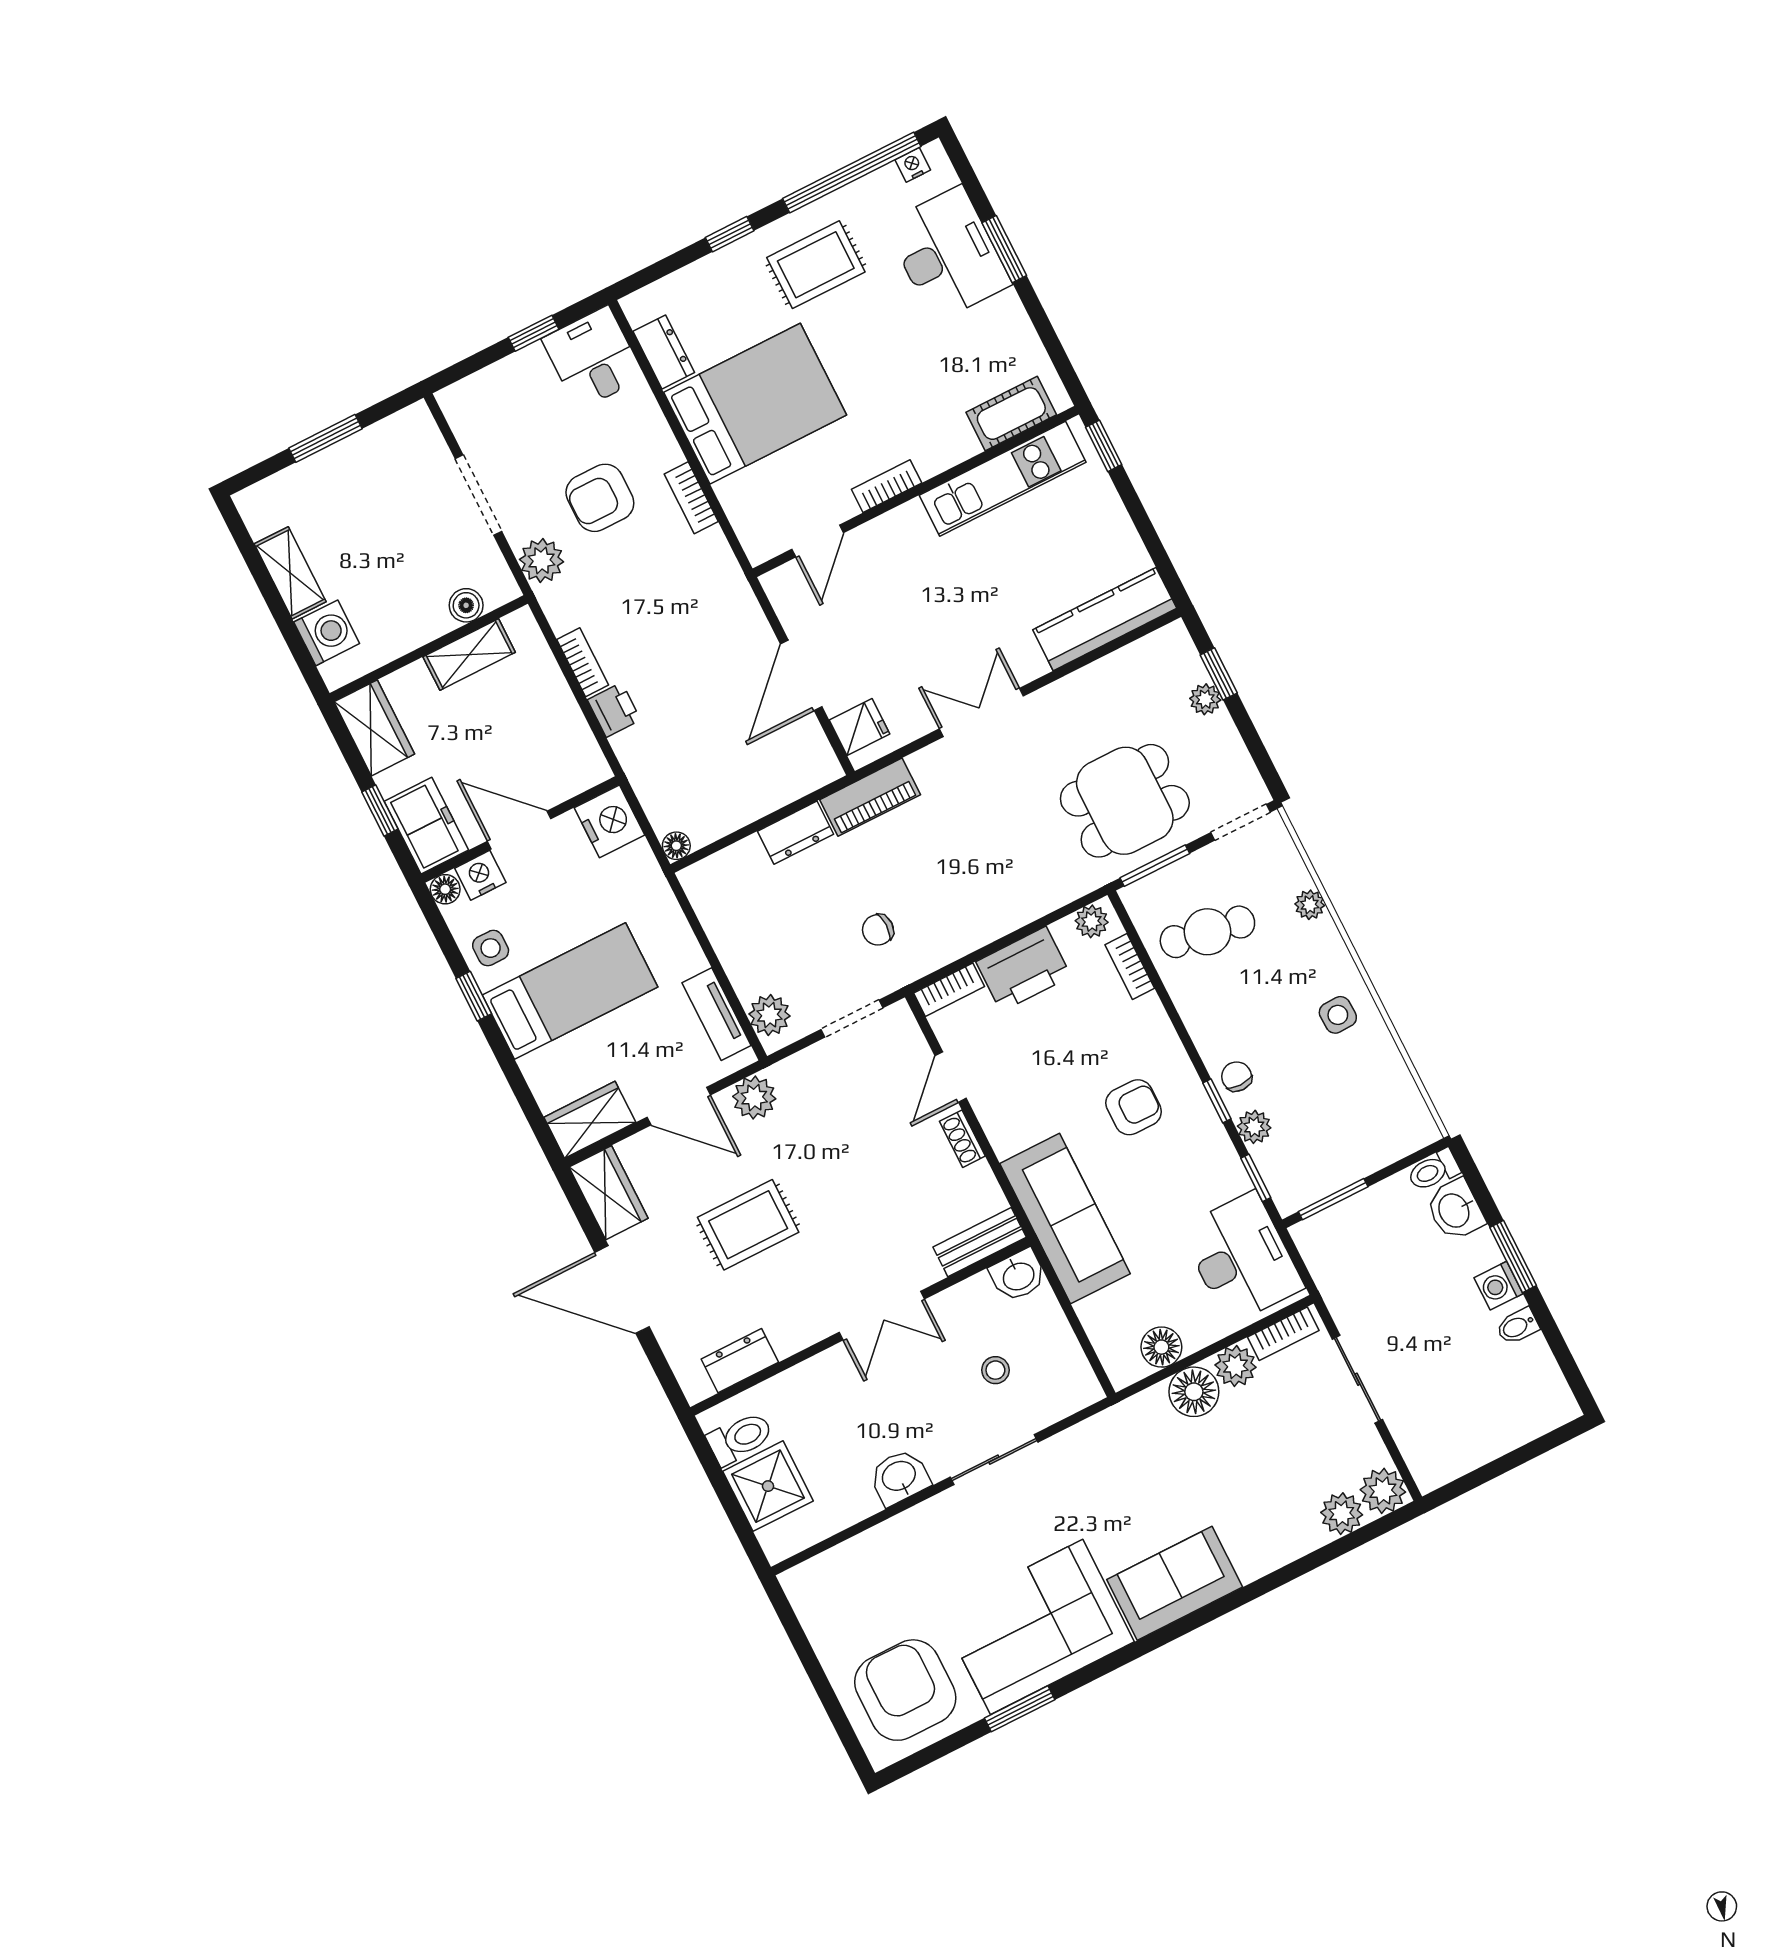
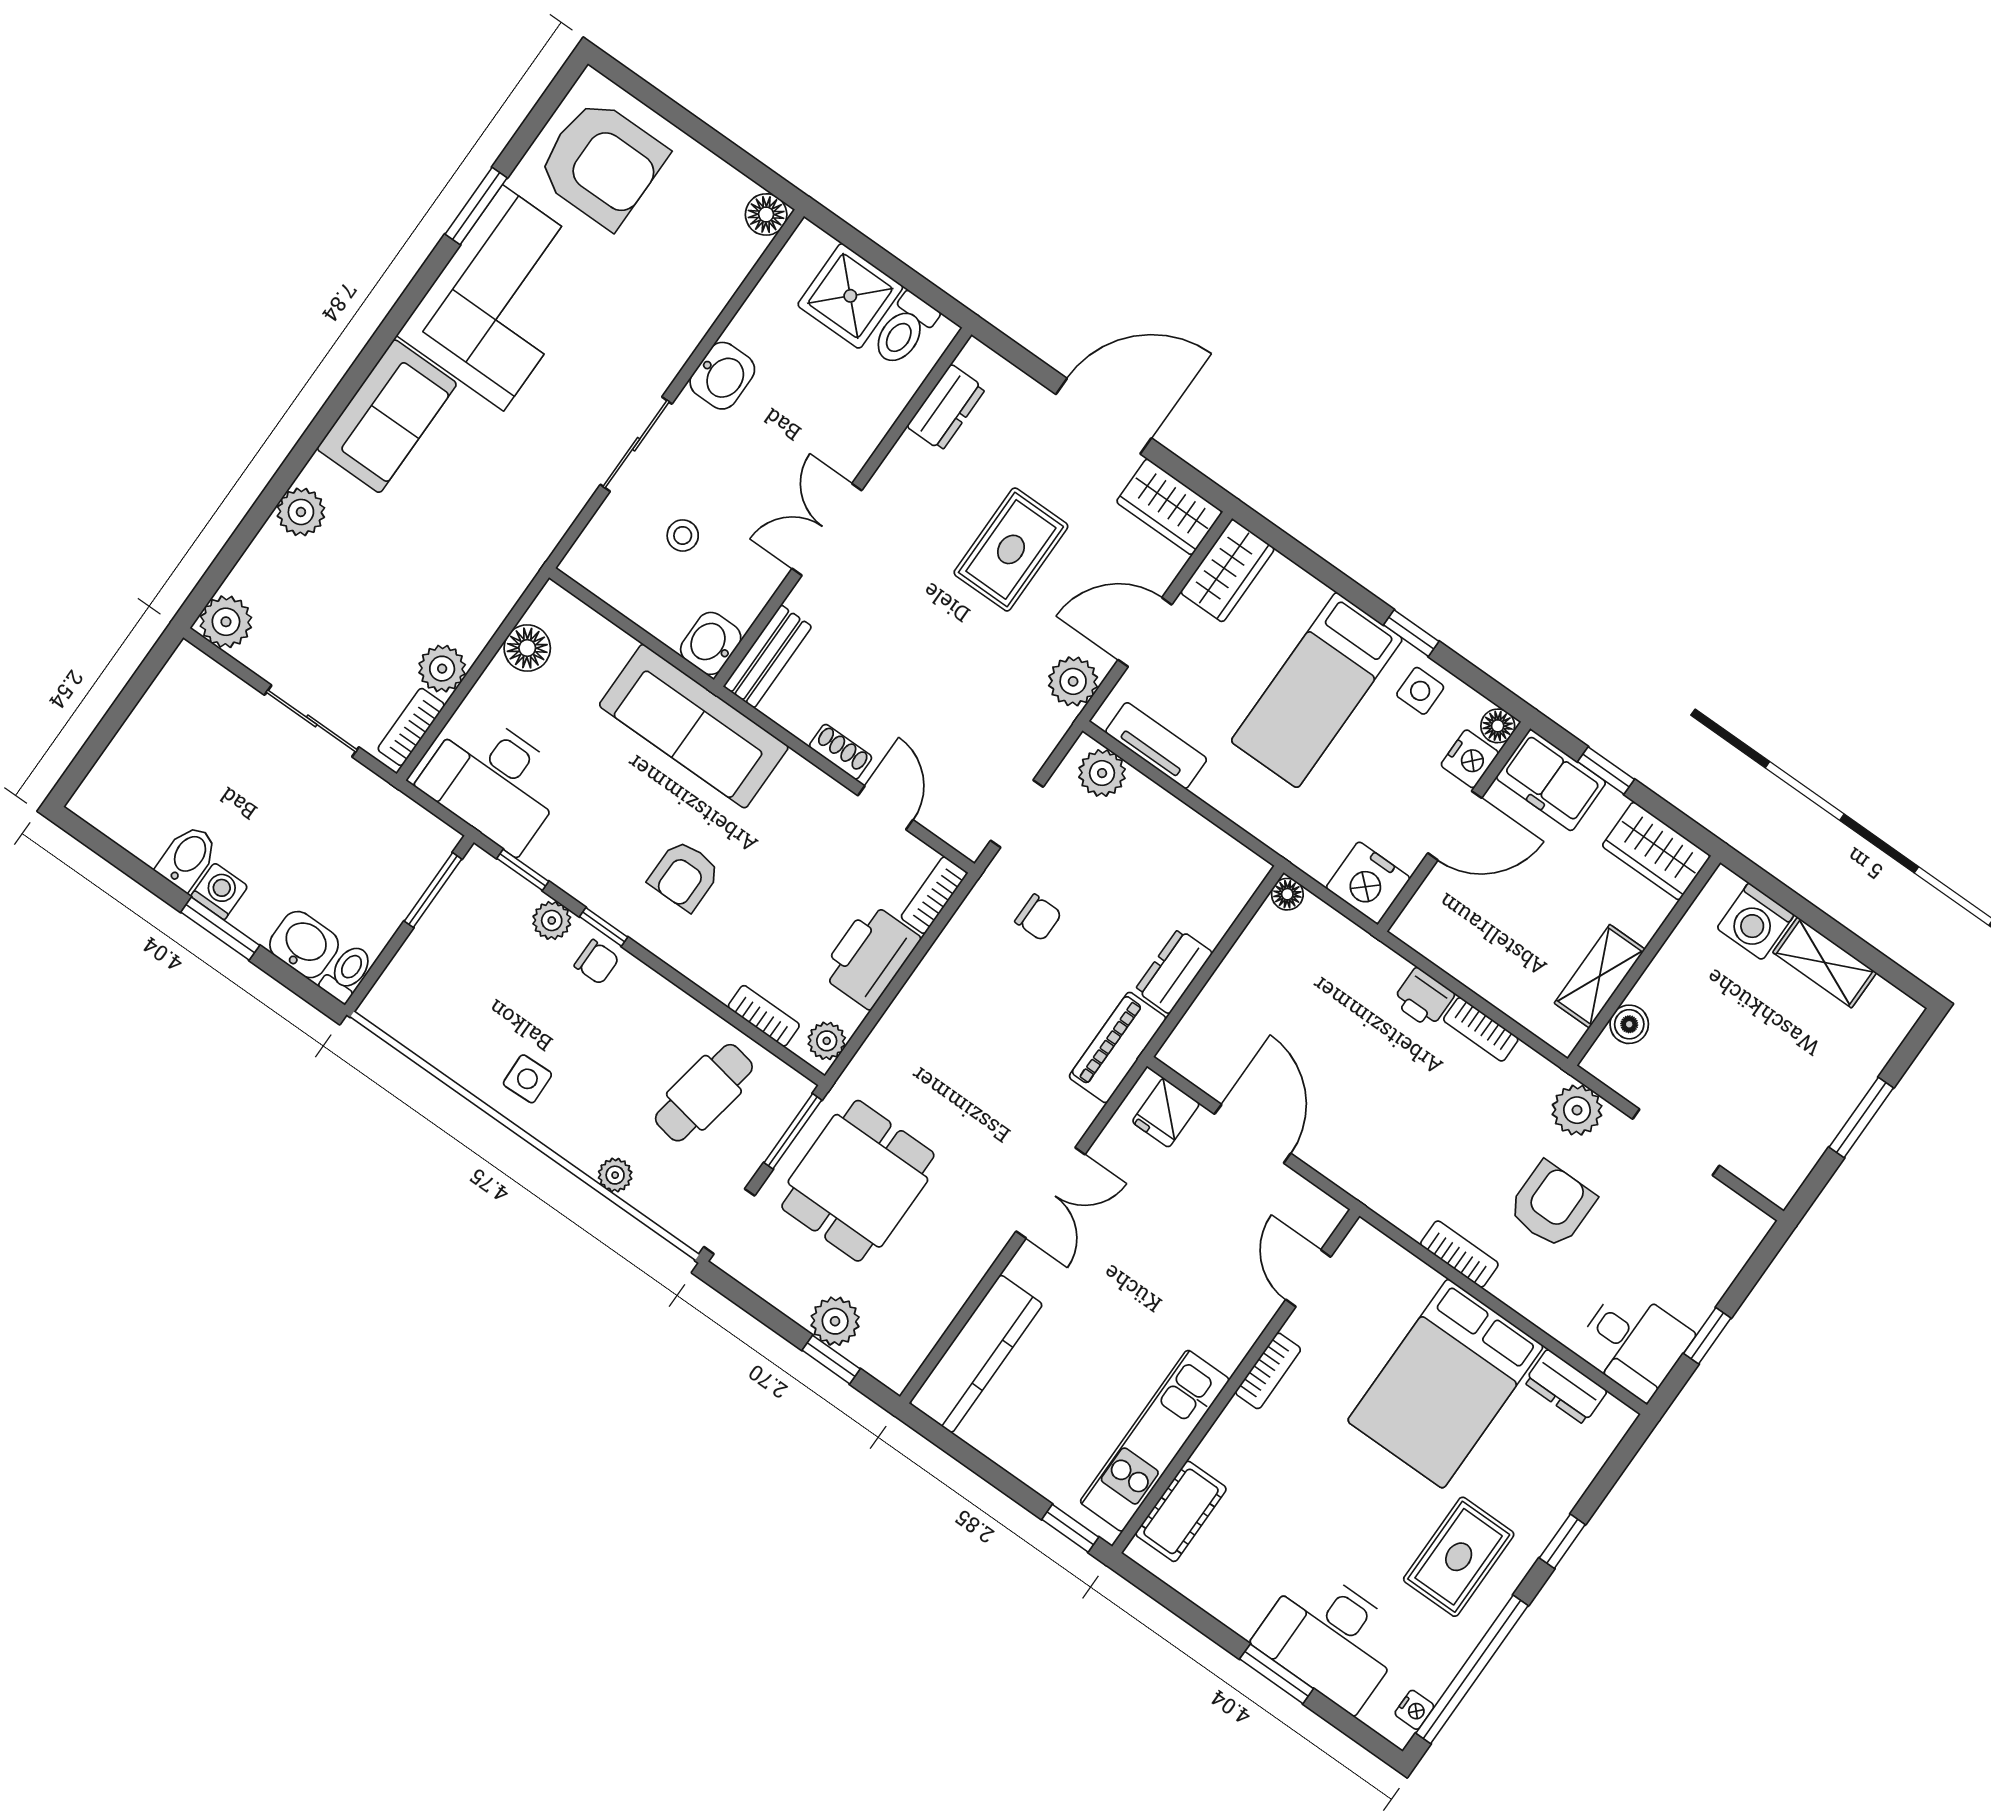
plant: (1205, 699) -> (835, 1321), width x1.38, depth x1.38
chair: (878, 930) -> (1038, 918), turned 90
bidet: (1518, 1326) -> (188, 857), width x1.38, depth x1.36
floor lamp: (1194, 1392) -> (766, 214), moved, width x0.73, depth x0.73
plant: (1342, 1514) -> (301, 512), moved

